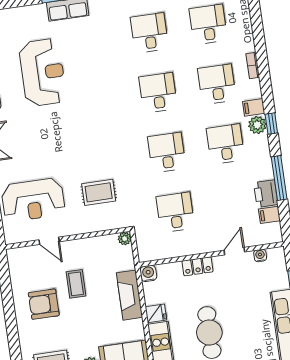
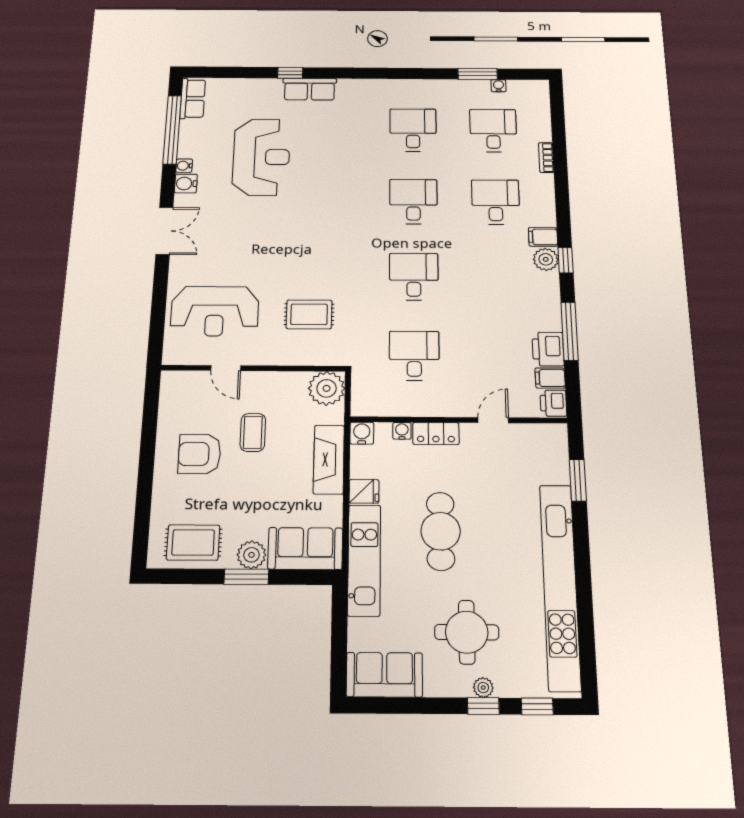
bookcase: (253, 66) -> (546, 158), moved
desk: (225, 144) -> (498, 277), removed
printer: (273, 233) -> (553, 403), added
plant: (125, 239) -> (327, 388), width x1.87, depth x1.87
water cooler: (260, 255) -> (402, 431), moved

